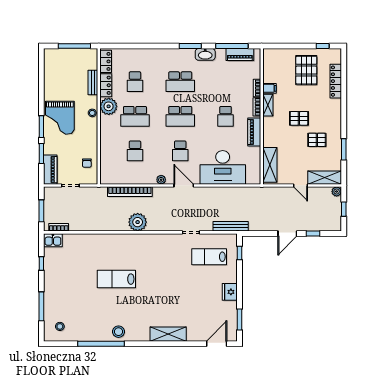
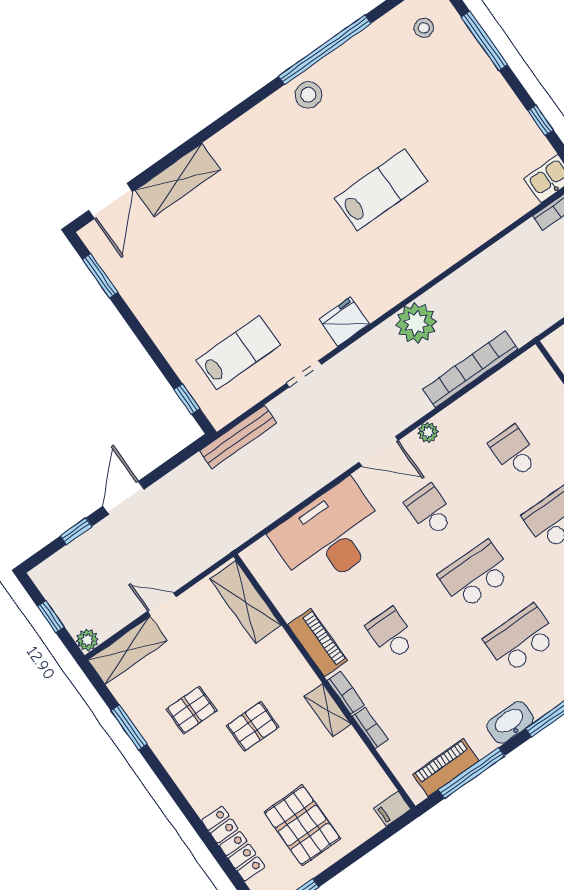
filing cabinet: (269, 88) -> (393, 809), moved
fridge: (230, 292) -> (344, 322), moved, turned -90
shelving: (168, 334) -> (178, 180), moved

